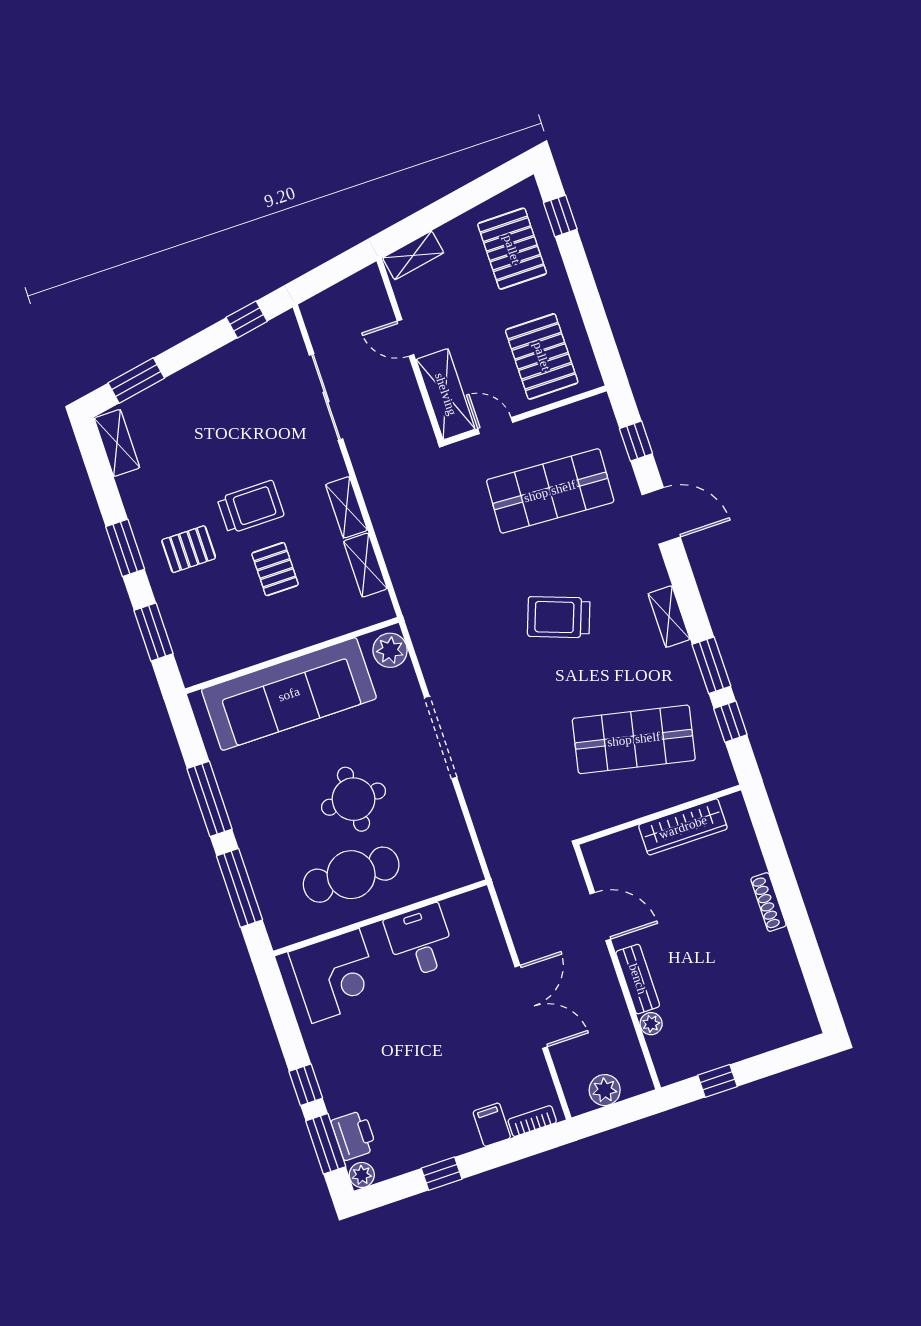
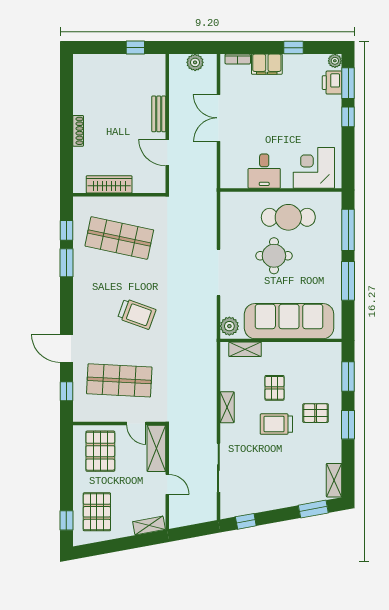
shelving: (365, 565) -> (245, 349), moved, turned 90
shelving: (669, 617) -> (80, 295), removed
plant: (651, 1024) -> (160, 89), removed
filing cabinet: (492, 1125) -> (267, 64), width x2.00

